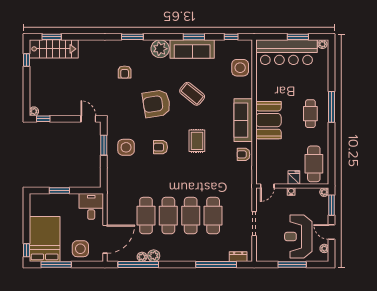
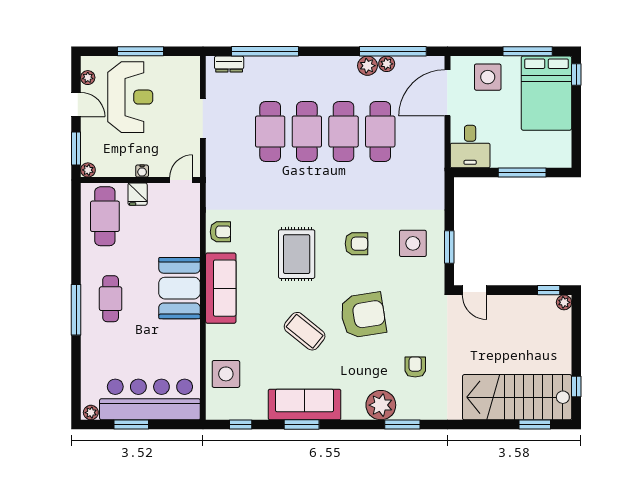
stairs: (54, 49) -> (517, 397), width x1.36, depth x1.51
plant: (160, 49) -> (381, 405), moved
rug: (197, 141) -> (297, 254), width x1.36, depth x1.43
window: (59, 191) -> (522, 173), width x1.44

